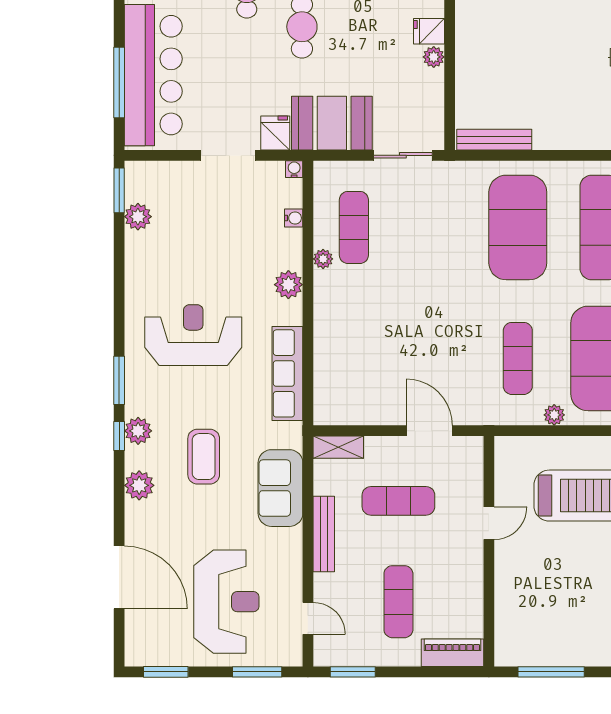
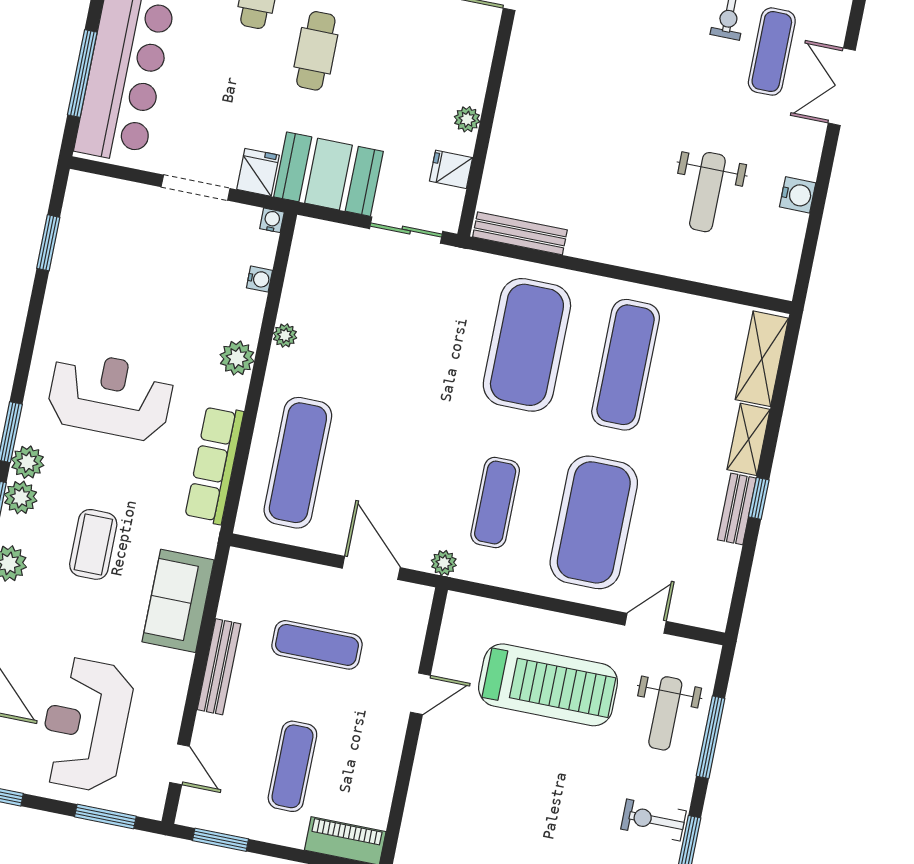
fridge: (429, 31) -> (451, 169), moved
window: (119, 190) -> (48, 243), moved
plant: (138, 217) -> (28, 462), moved
exercise mat: (354, 227) -> (298, 463), moved, width x1.36, depth x1.45
plant: (554, 415) -> (444, 563), moved
shelving: (338, 447) -> (258, 566), removed
reception desk: (226, 602) -> (85, 725), turned 180

